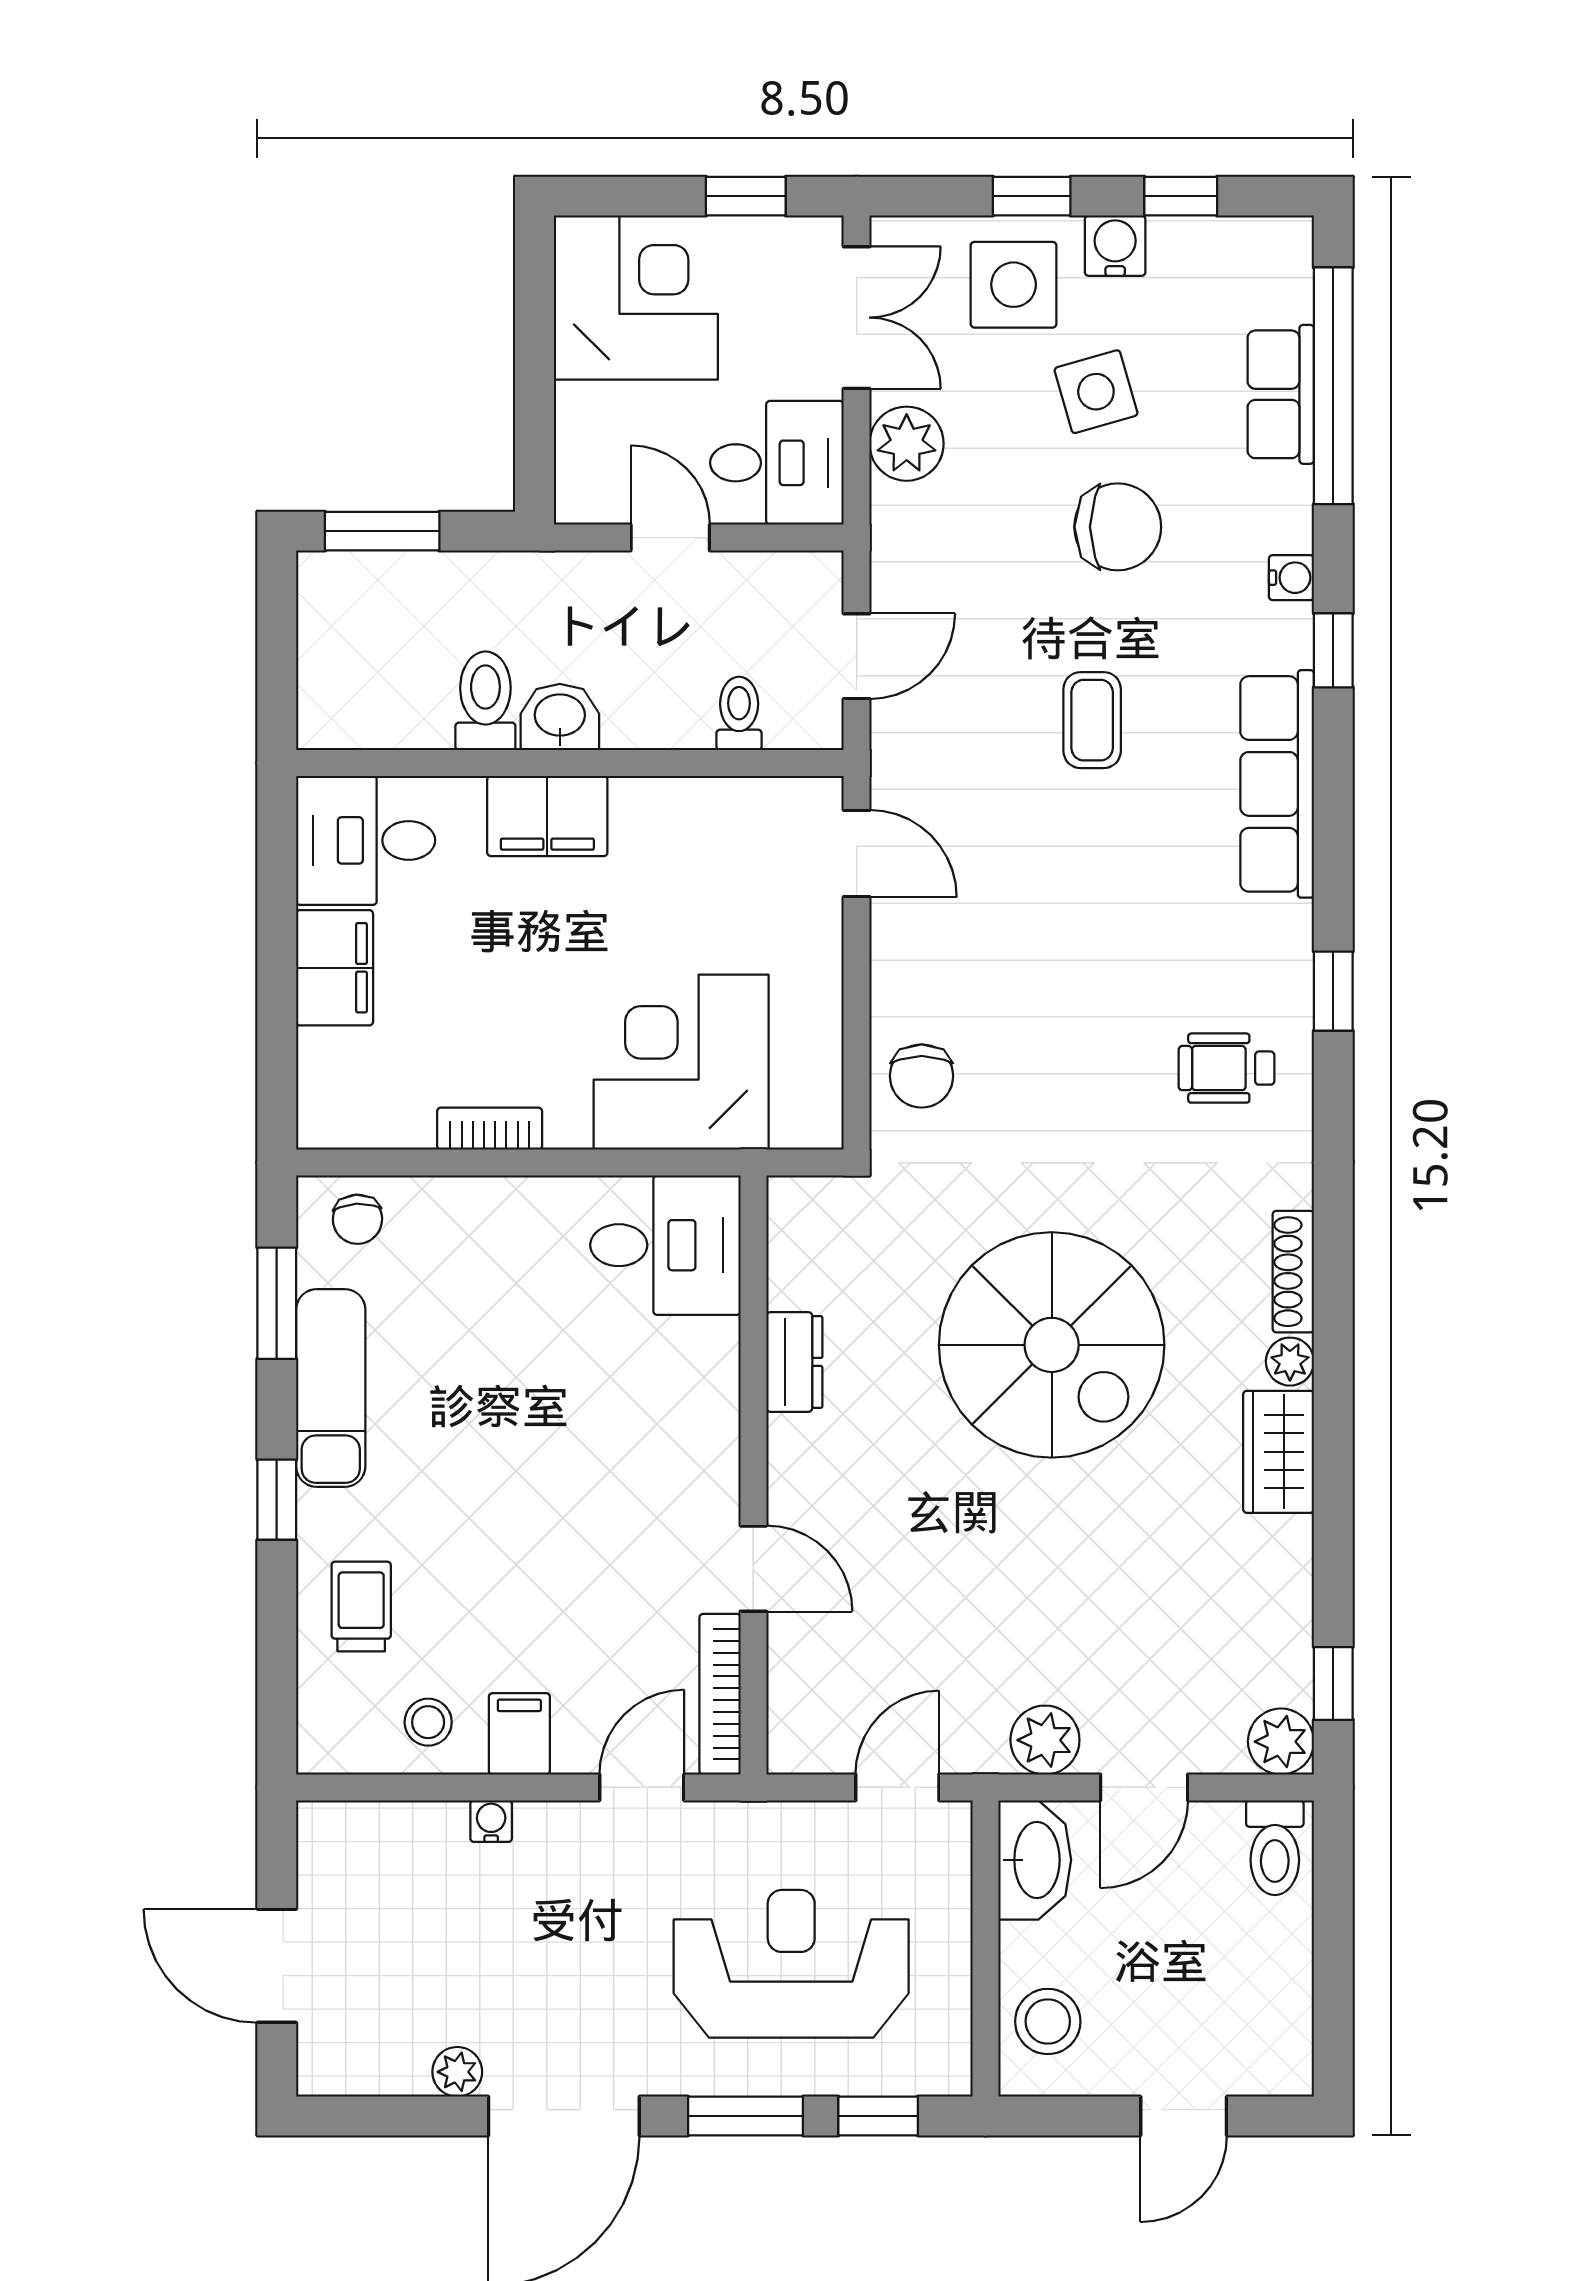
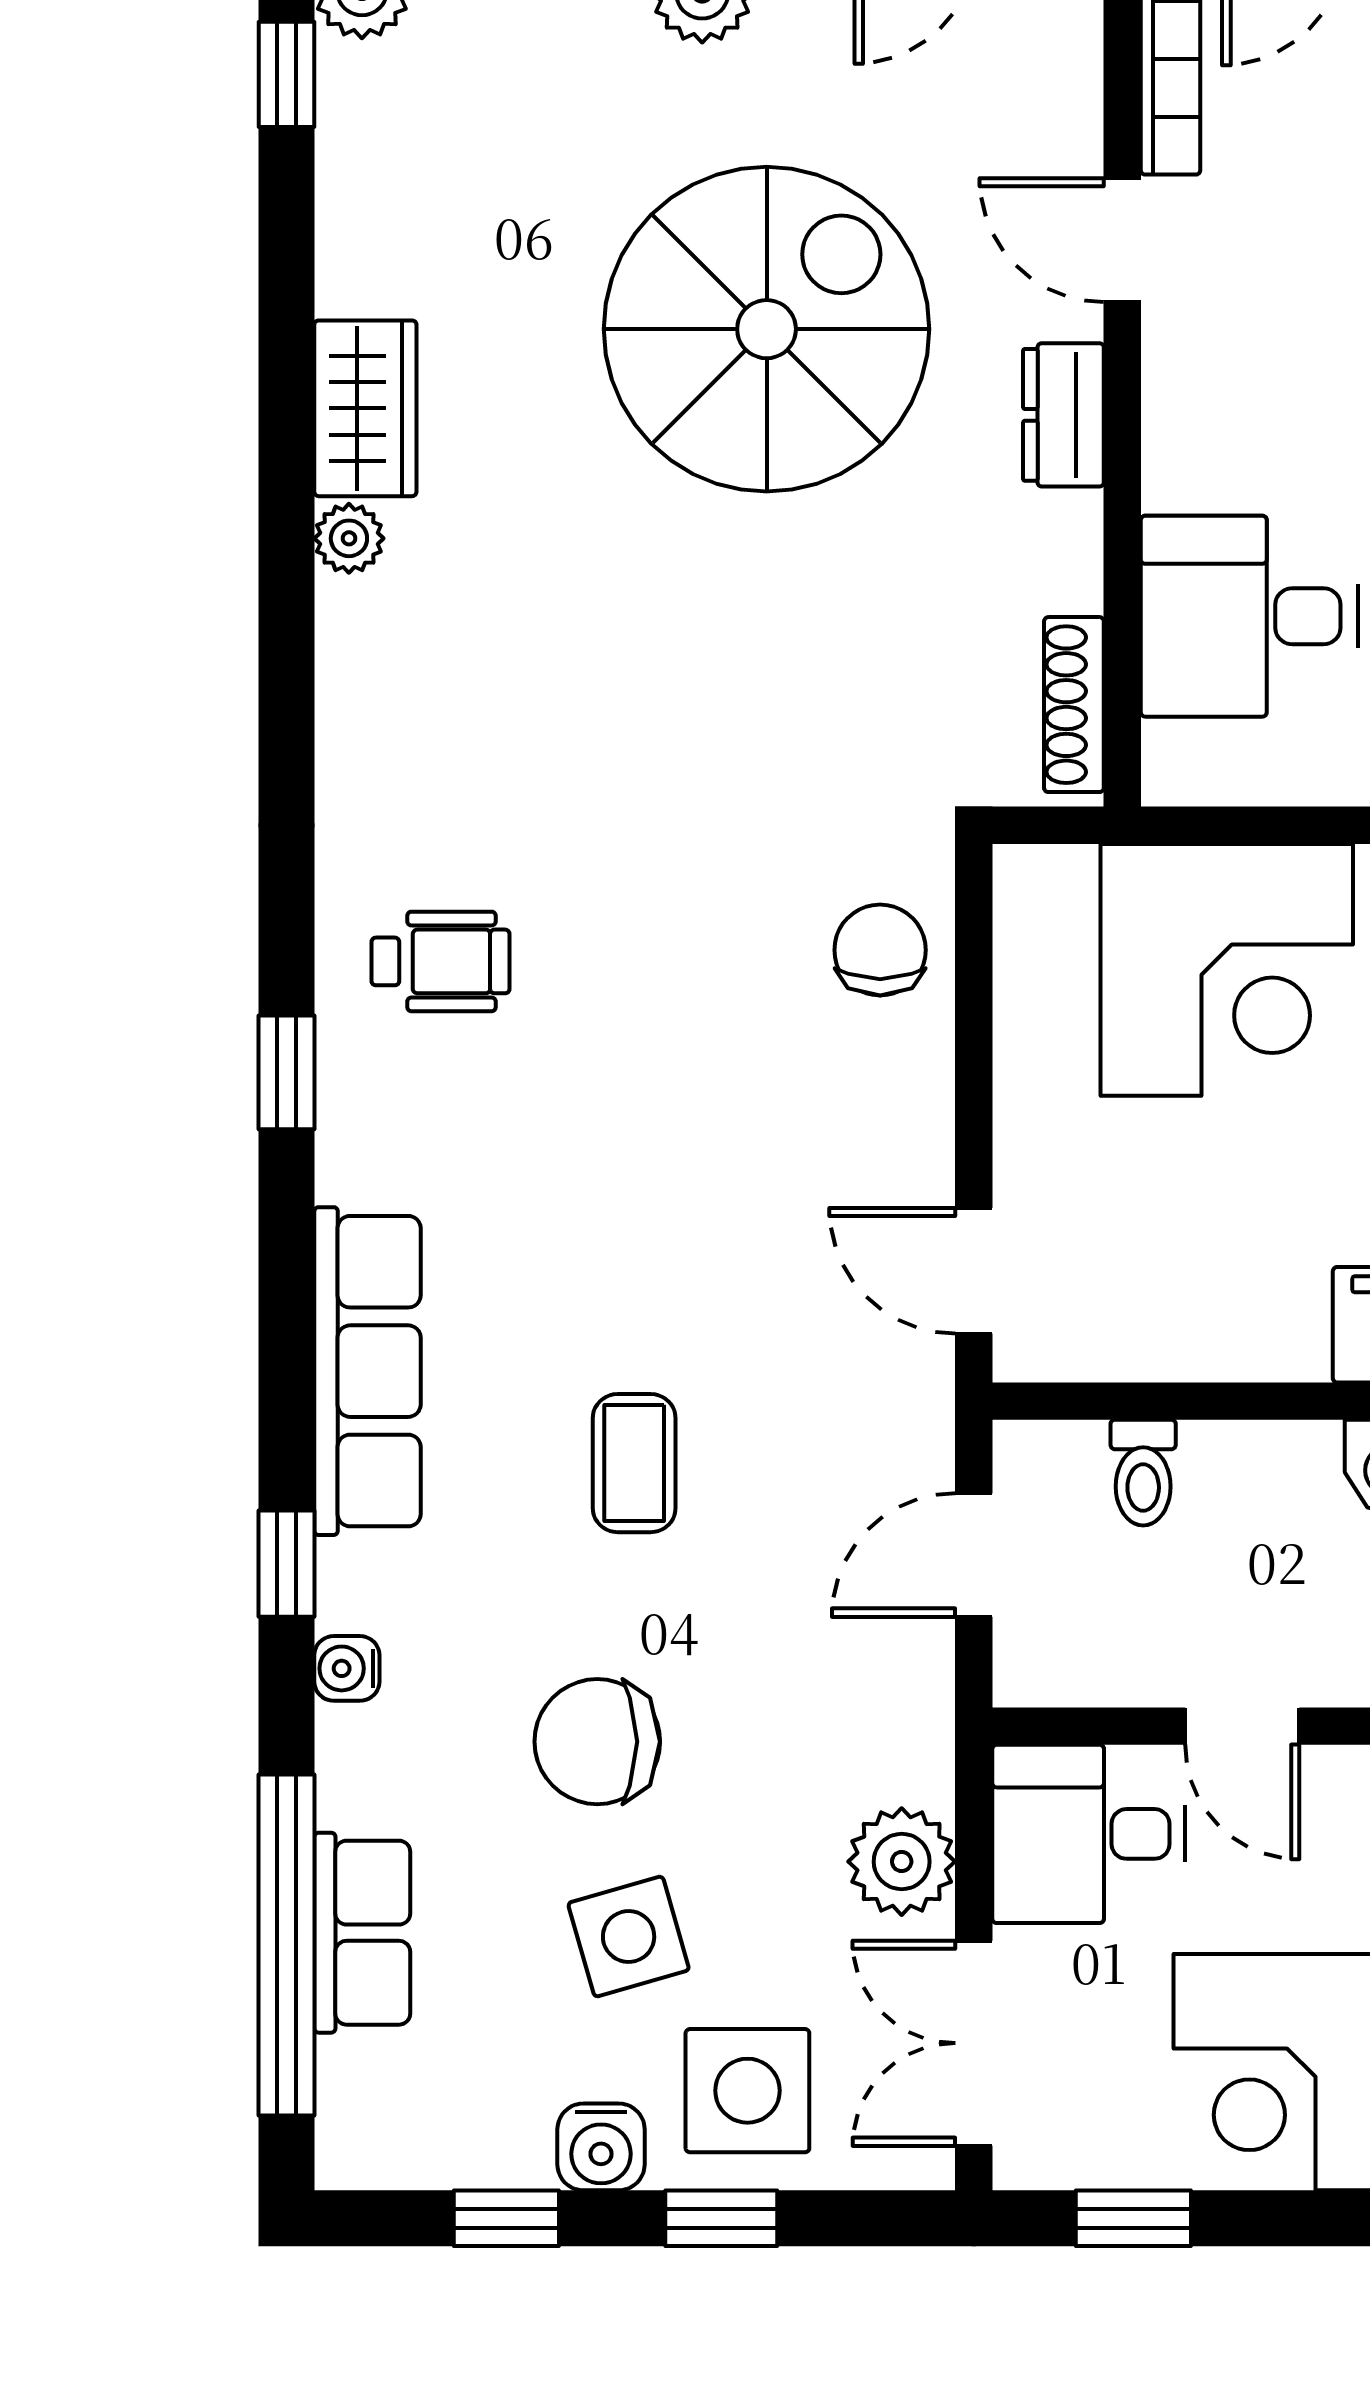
desk: (665, 1245) -> (1249, 616), moved
shoe rack: (1293, 1272) -> (1074, 705), moved, turned 180
spiral stairs: (1052, 1345) -> (767, 329), moved, turned 90
dresser: (794, 1362) -> (1063, 415), moved

